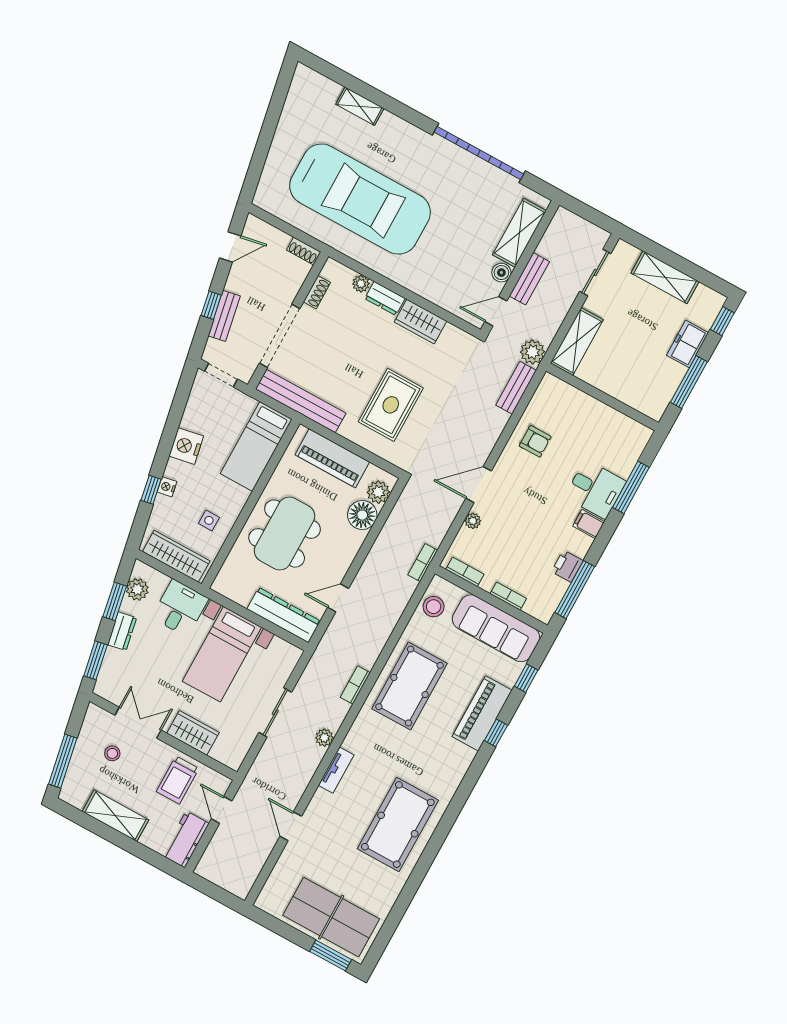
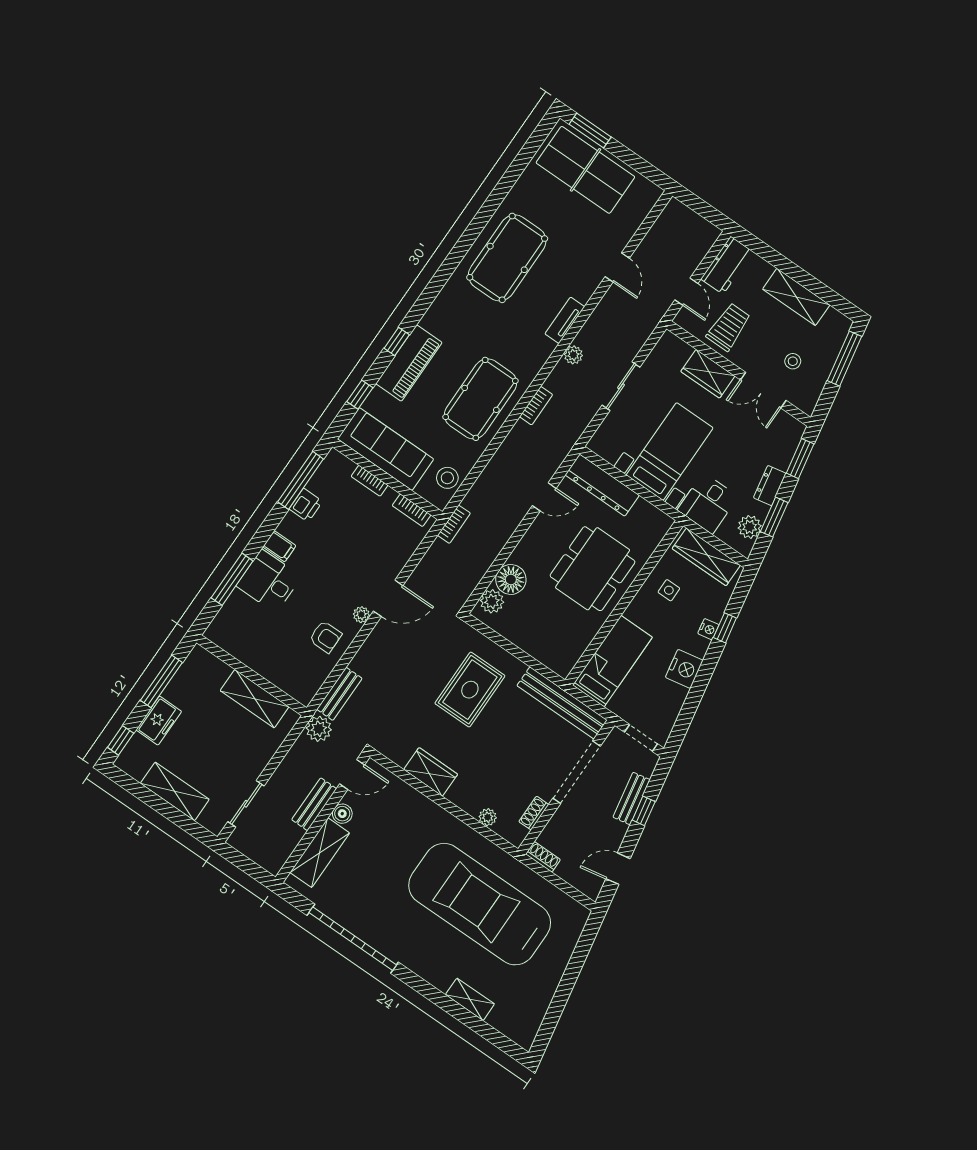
dresser: (385, 298) -> (465, 799), removed
shelving: (577, 341) -> (255, 699), moved, turned 90
armchair: (535, 441) -> (326, 637), turned 180
piano: (332, 458) -> (536, 641), removed
plant: (473, 521) -> (361, 615), moved

